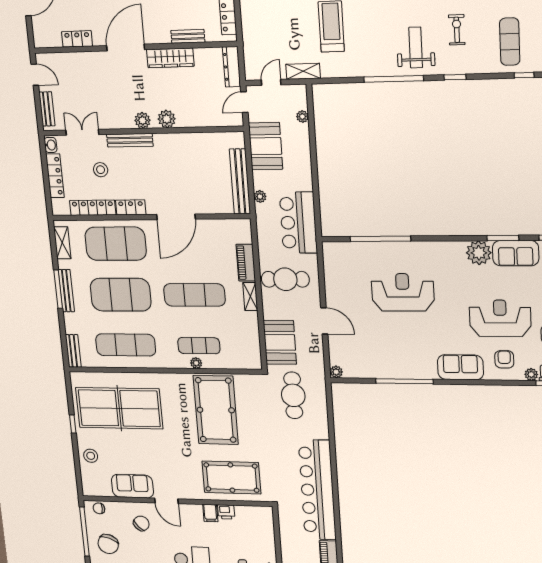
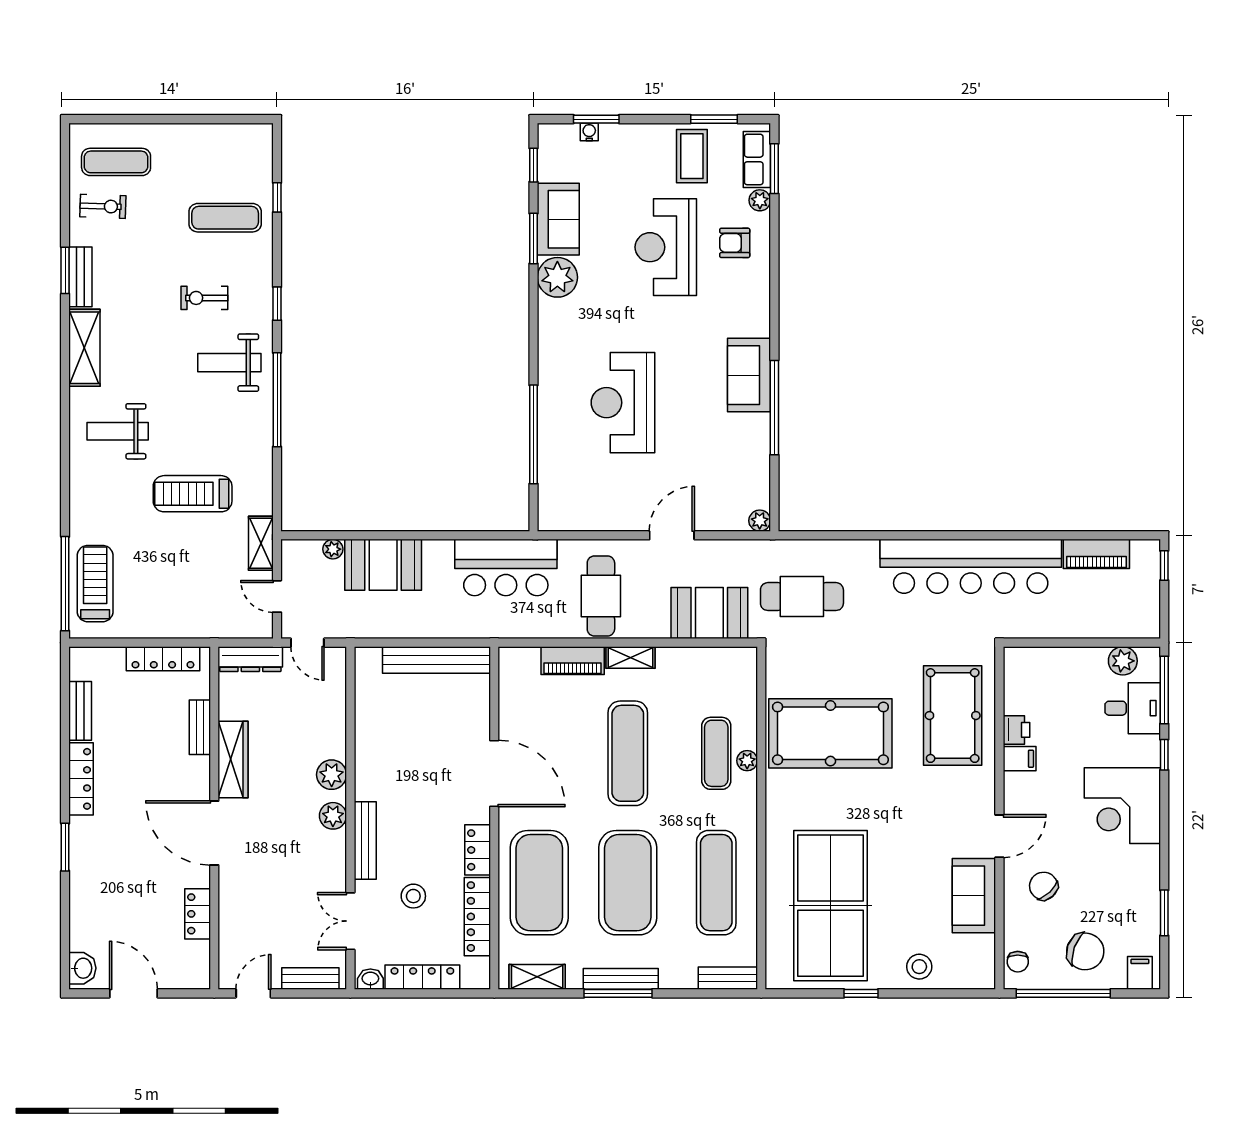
booth: (266, 146) -> (383, 565), moved
plant: (260, 196) -> (462, 628), removed
sofa: (460, 367) -> (749, 375), moved

